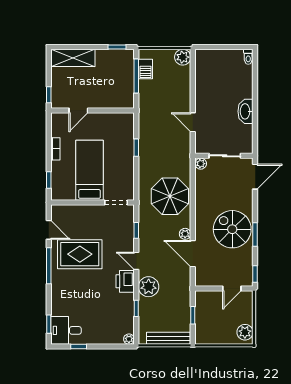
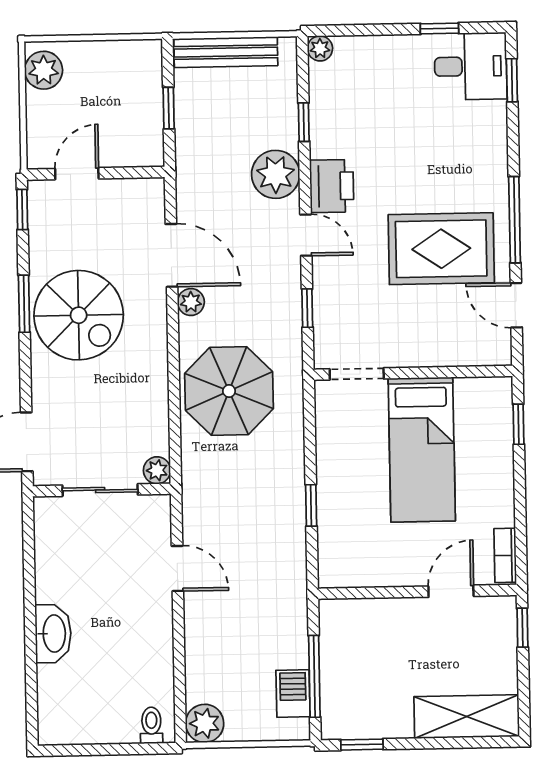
toilet: (248, 57) -> (151, 725), moved
washbasin: (245, 111) -> (53, 634), moved
bookcase: (55, 149) -> (505, 555), moved

